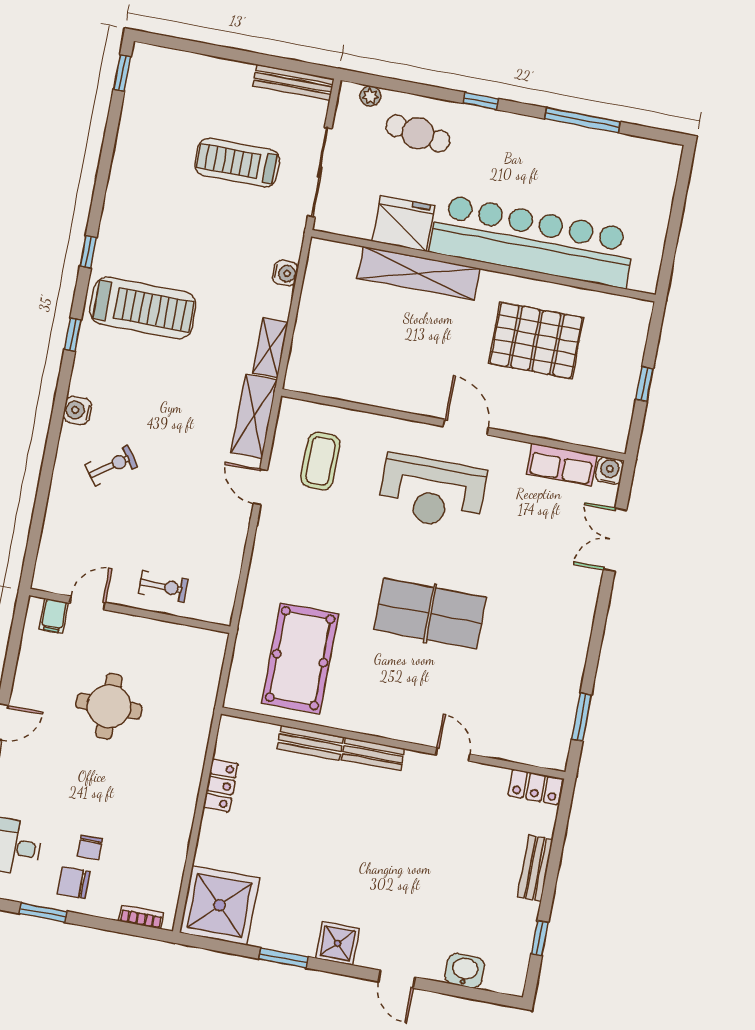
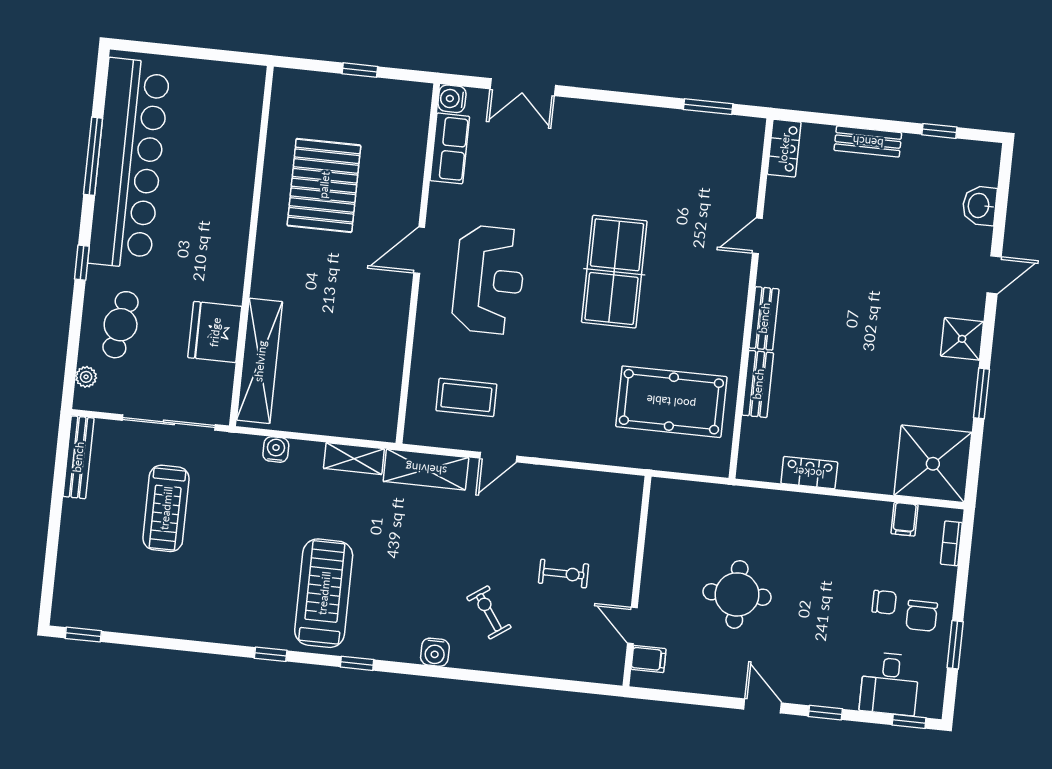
bar counter: (532, 241) -> (129, 163), moved, turned 180
shelving: (419, 273) -> (260, 361), moved
exercise bike: (163, 586) -> (564, 574), moved, turned 90
filing cabinet: (168, 874) -> (905, 519), added

